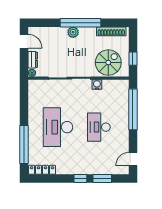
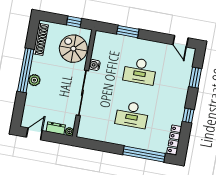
window: (133, 109) -> (128, 32), width x0.47
desk: (58, 127) -> (132, 115), width x0.73, depth x0.77
window: (80, 179) -> (188, 115), moved

